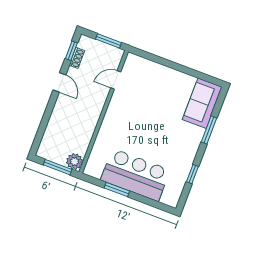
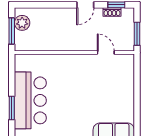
plant: (74, 162) -> (22, 23), moved
window: (117, 190) -> (12, 108), moved

